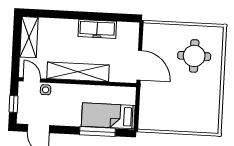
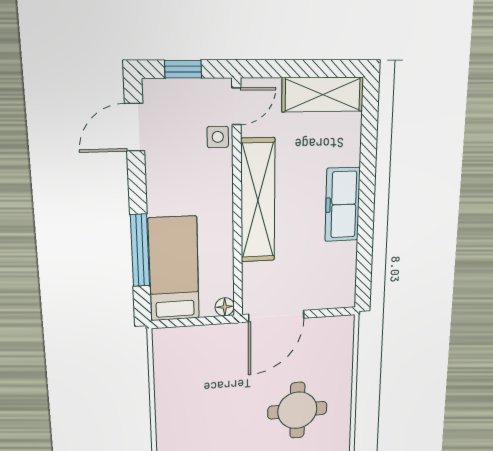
freezer: (97, 29) -> (342, 205), moved
floor lamp: (131, 92) -> (225, 307), added

